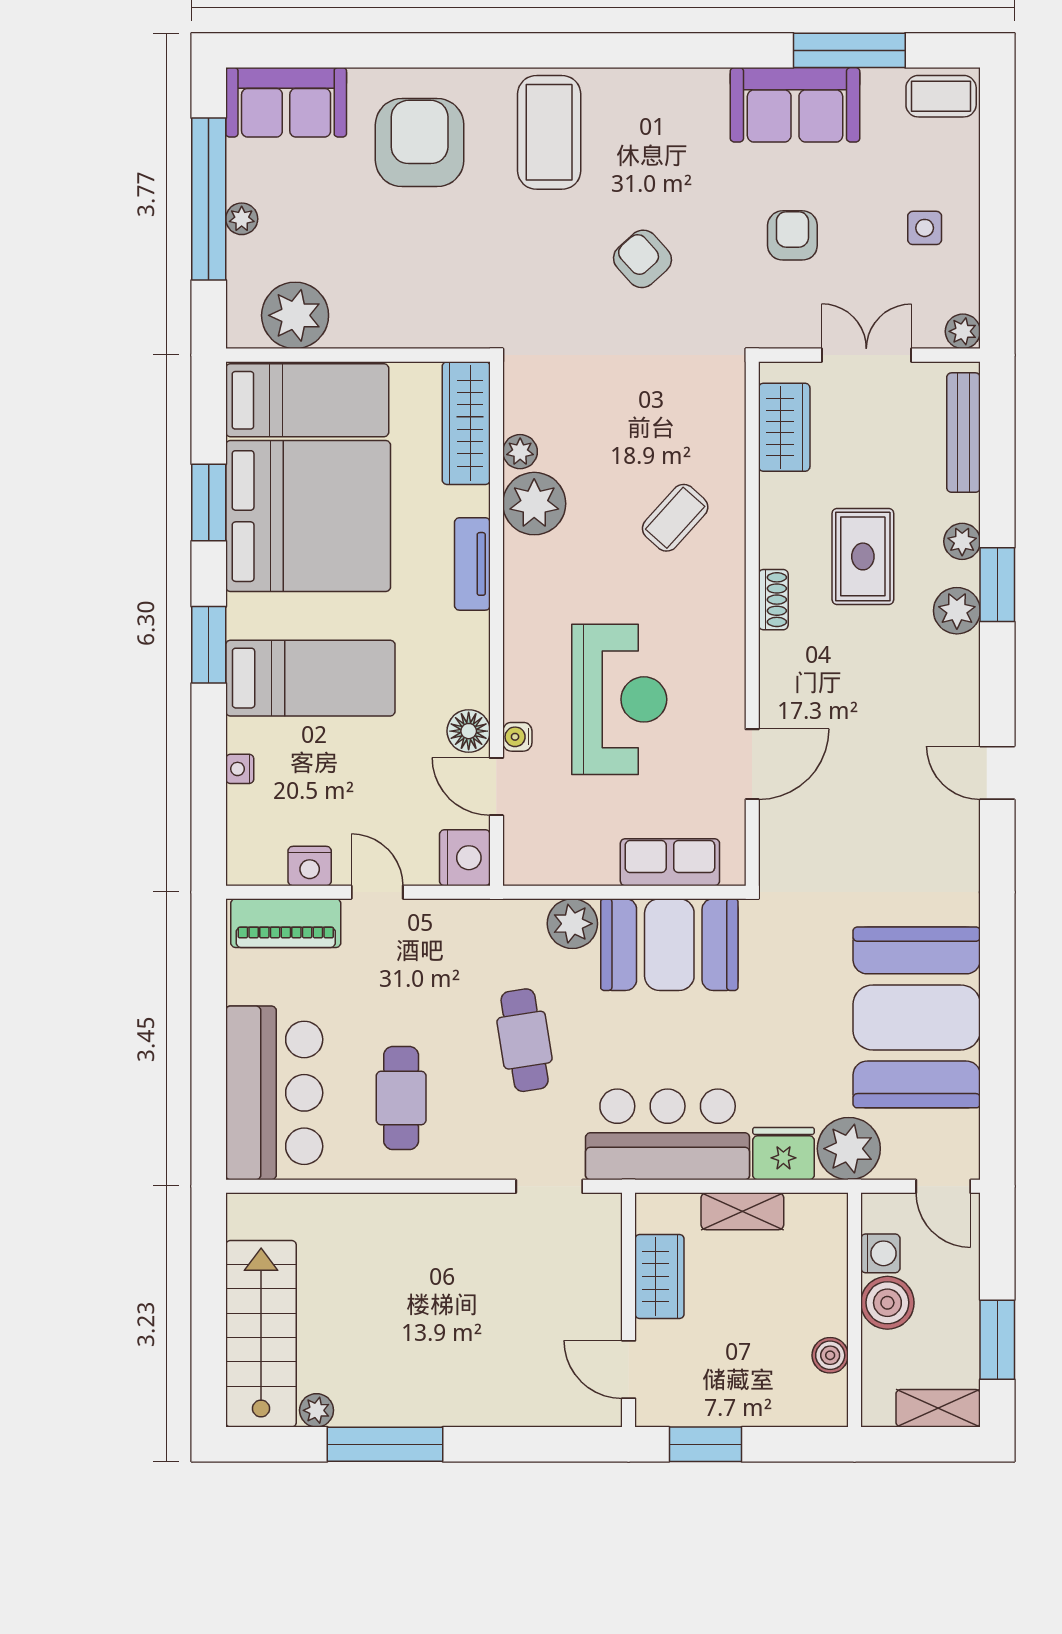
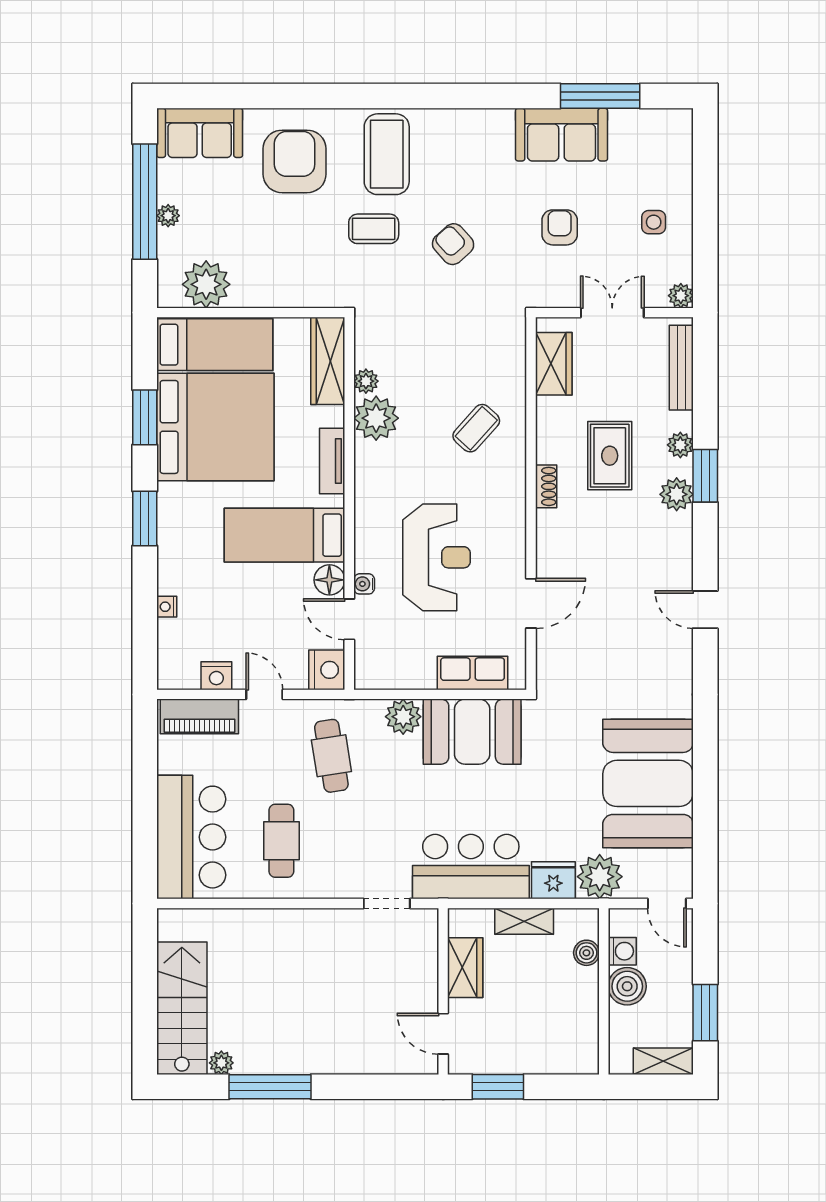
coffee table: (941, 96) -> (374, 229), moved
bed: (310, 678) -> (285, 535), moved, turned 180
cafe table: (525, 1040) -> (331, 756), moved
boiler: (830, 1355) -> (586, 953), moved

